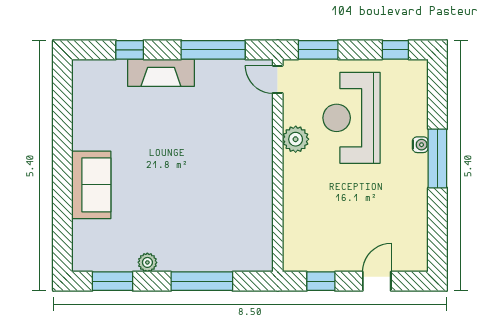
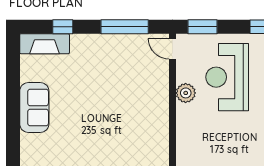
fireplace: (161, 73) -> (45, 44), moved
sofa: (91, 185) -> (34, 107), moved

